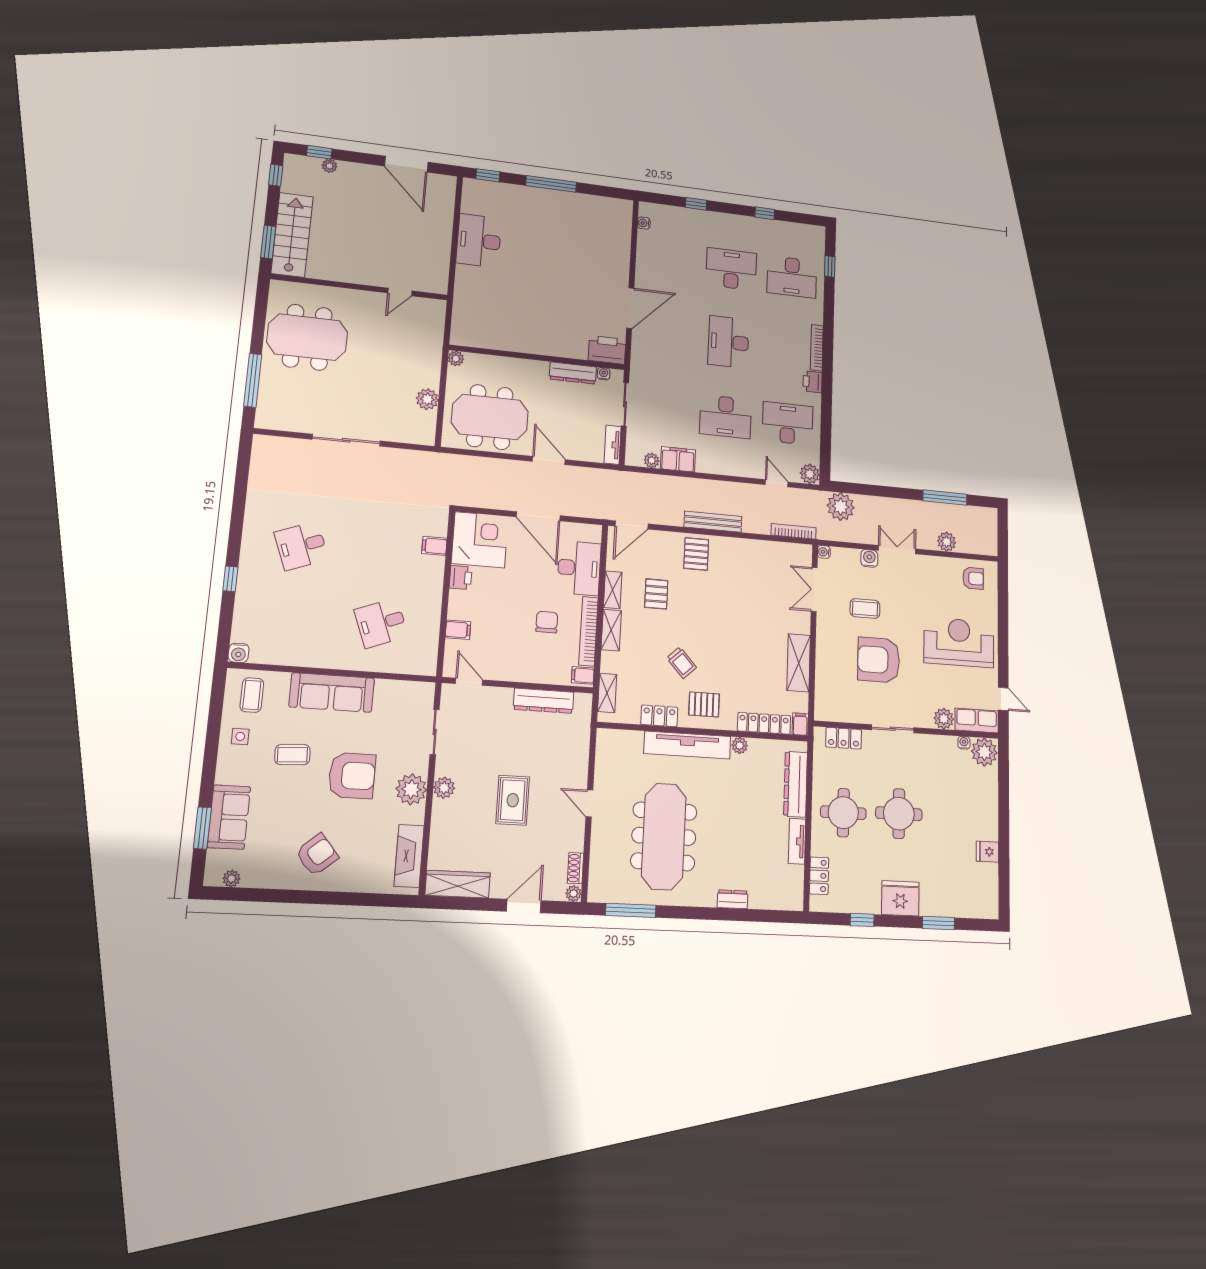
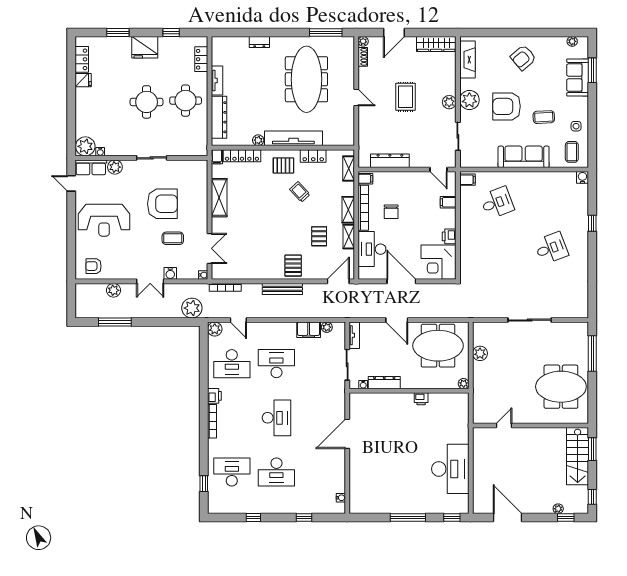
desk: (479, 241) -> (450, 469), width x1.36, depth x1.30
printer: (607, 350) -> (421, 399), moved, width x0.53, depth x0.68
filing cabinet: (434, 546) -> (467, 180), moved
locker: (844, 738) -> (82, 59), moved, turned 90

